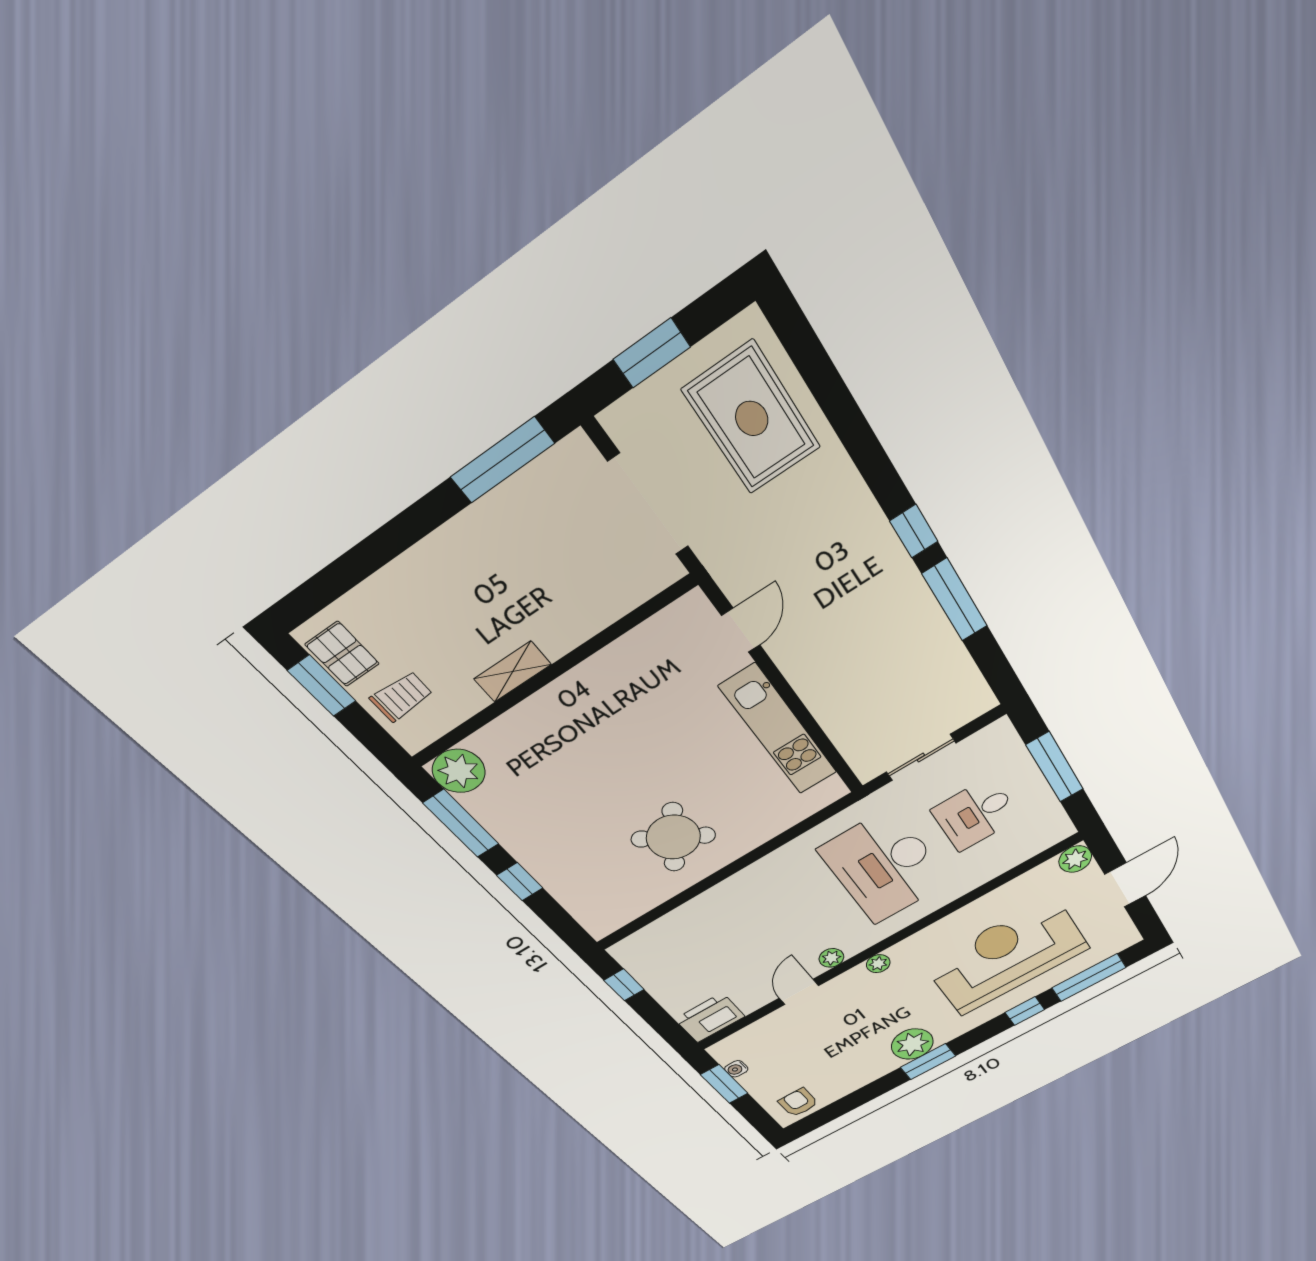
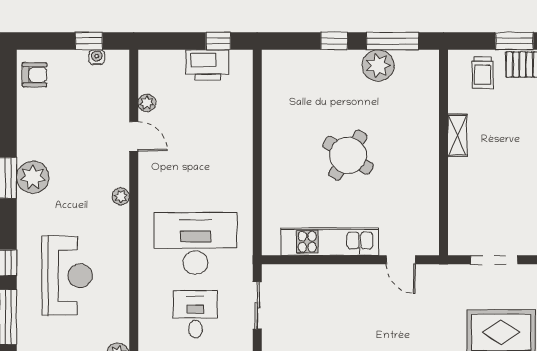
doorway: (649, 505) -> (494, 260), width x0.73
plant: (459, 771) -> (378, 65), moved
round table: (673, 837) -> (348, 155), moved
reception desk: (1006, 956) -> (67, 276), width x0.74, depth x0.77
plant: (831, 958) -> (147, 103), moved
printer: (710, 1018) -> (207, 65), moved, turned 90
window: (724, 1084) -> (89, 41), width x0.67

